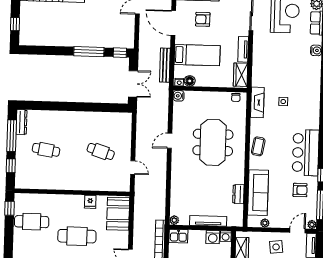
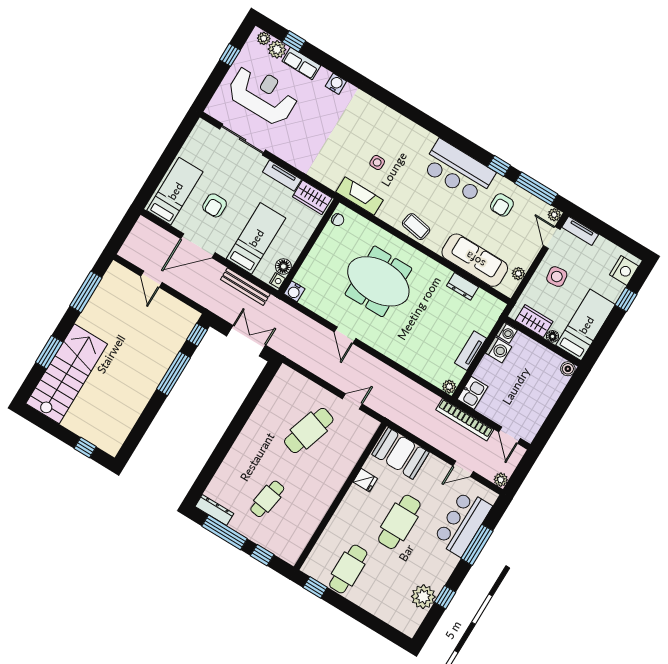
cafe table: (101, 151) -> (309, 430), width x1.37, depth x1.35
armchair: (300, 190) -> (502, 205), turned 180
tv unit: (208, 221) -> (471, 351), width x0.71

